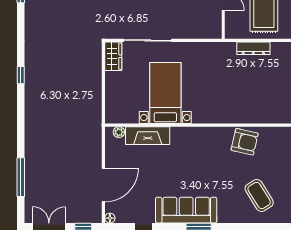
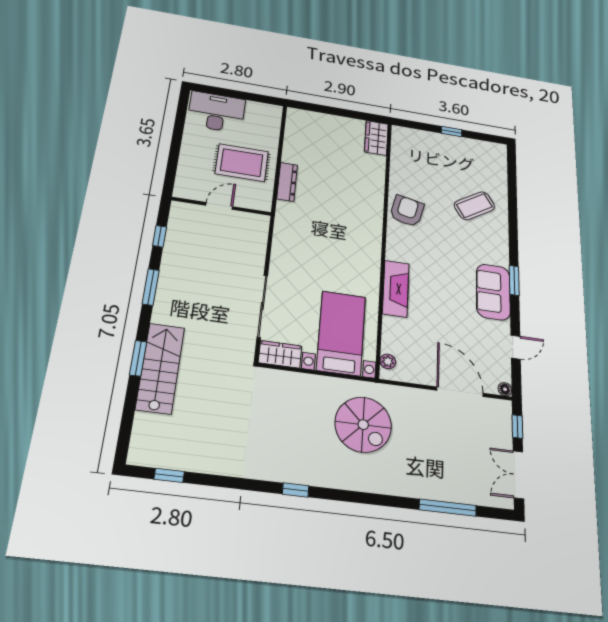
bed with nightstands: (165, 93) -> (341, 333), moved, turned 90
spiral stairs: (70, 117) -> (363, 425), added
fireplace: (148, 136) -> (396, 289), moved
sofa: (186, 210) -> (493, 292), width x0.73

